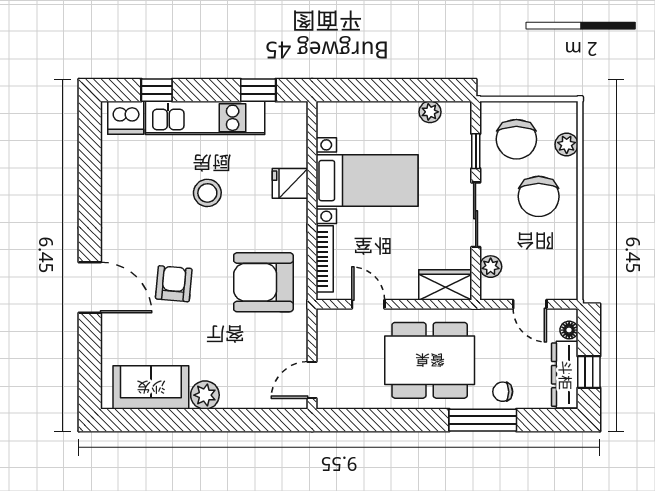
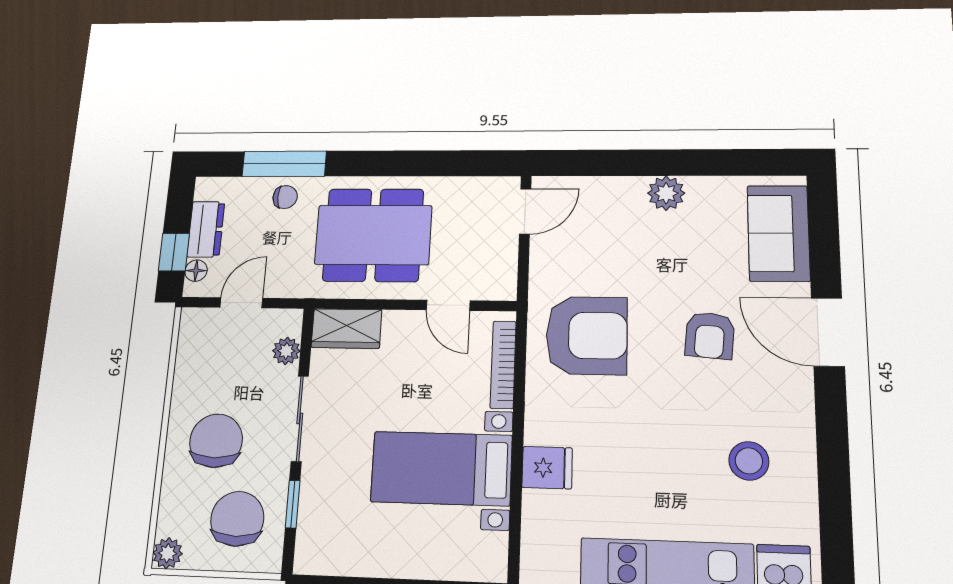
plant: (430, 112) -> (350, 561), removed
plant: (567, 144) -> (168, 553), moved
stool: (207, 193) -> (749, 461), moved
door: (530, 304) -> (241, 303), hinge flipped
window: (589, 372) -> (174, 252), moved
dresser: (565, 375) -> (206, 229), width x0.70
sofa: (151, 387) -> (778, 233), moved, turned 90
window: (483, 420) -> (284, 164), moved

